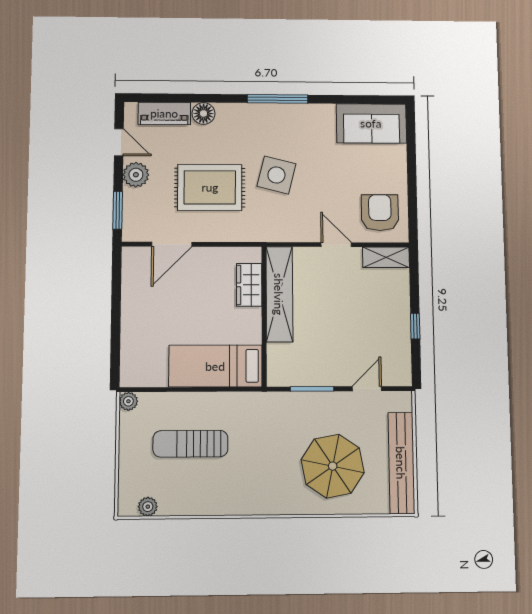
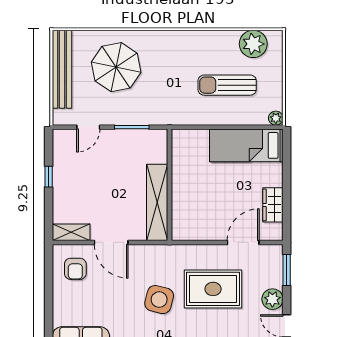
armchair: (380, 213) -> (75, 269), width x0.72, depth x0.72
door: (336, 245) -> (111, 242), width x1.38
wardrobe: (249, 285) -> (273, 205), moved, turned 180
bed: (215, 366) -> (246, 145), moved, turned 180
sun lounger: (190, 444) -> (227, 85), turned 180
plant: (148, 507) -> (253, 44), width x1.88, depth x1.88

